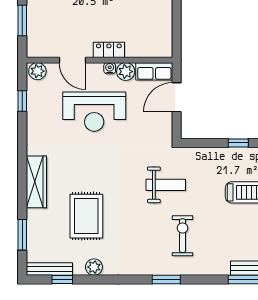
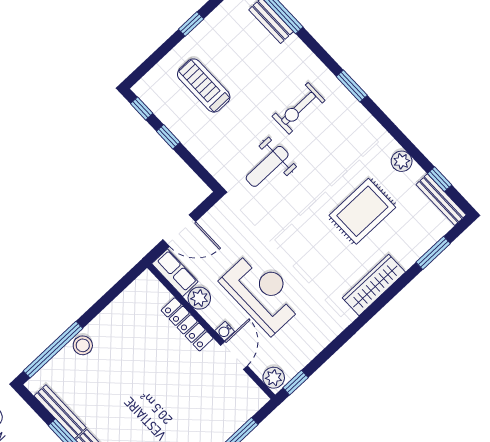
locker: (109, 50) -> (187, 324), width x1.53
water cooler: (110, 68) -> (225, 331), moved
window: (22, 101) -> (296, 383), moved
weight bench: (166, 185) -> (267, 166), turned -90

